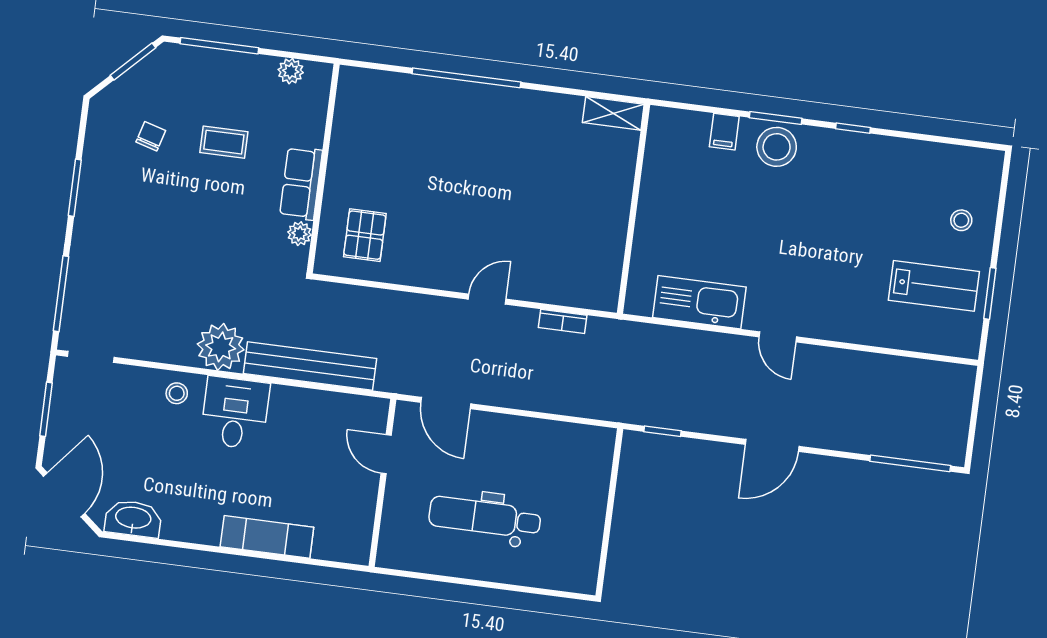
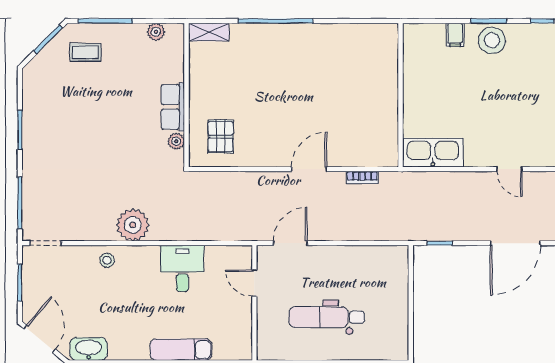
shelving: (613, 113) -> (209, 32), moved
chair: (151, 136) -> (67, 88), removed
coffee table: (224, 142) -> (86, 52), moved
door: (487, 299) -> (309, 169), width x1.38
kitchen sink: (699, 302) -> (433, 152), moved
bench: (310, 366) -> (195, 230), removed
door: (446, 403) -> (290, 243), swing flipped
desk: (235, 413) -> (182, 268), moved
door: (772, 445) -> (515, 243), width x1.36

